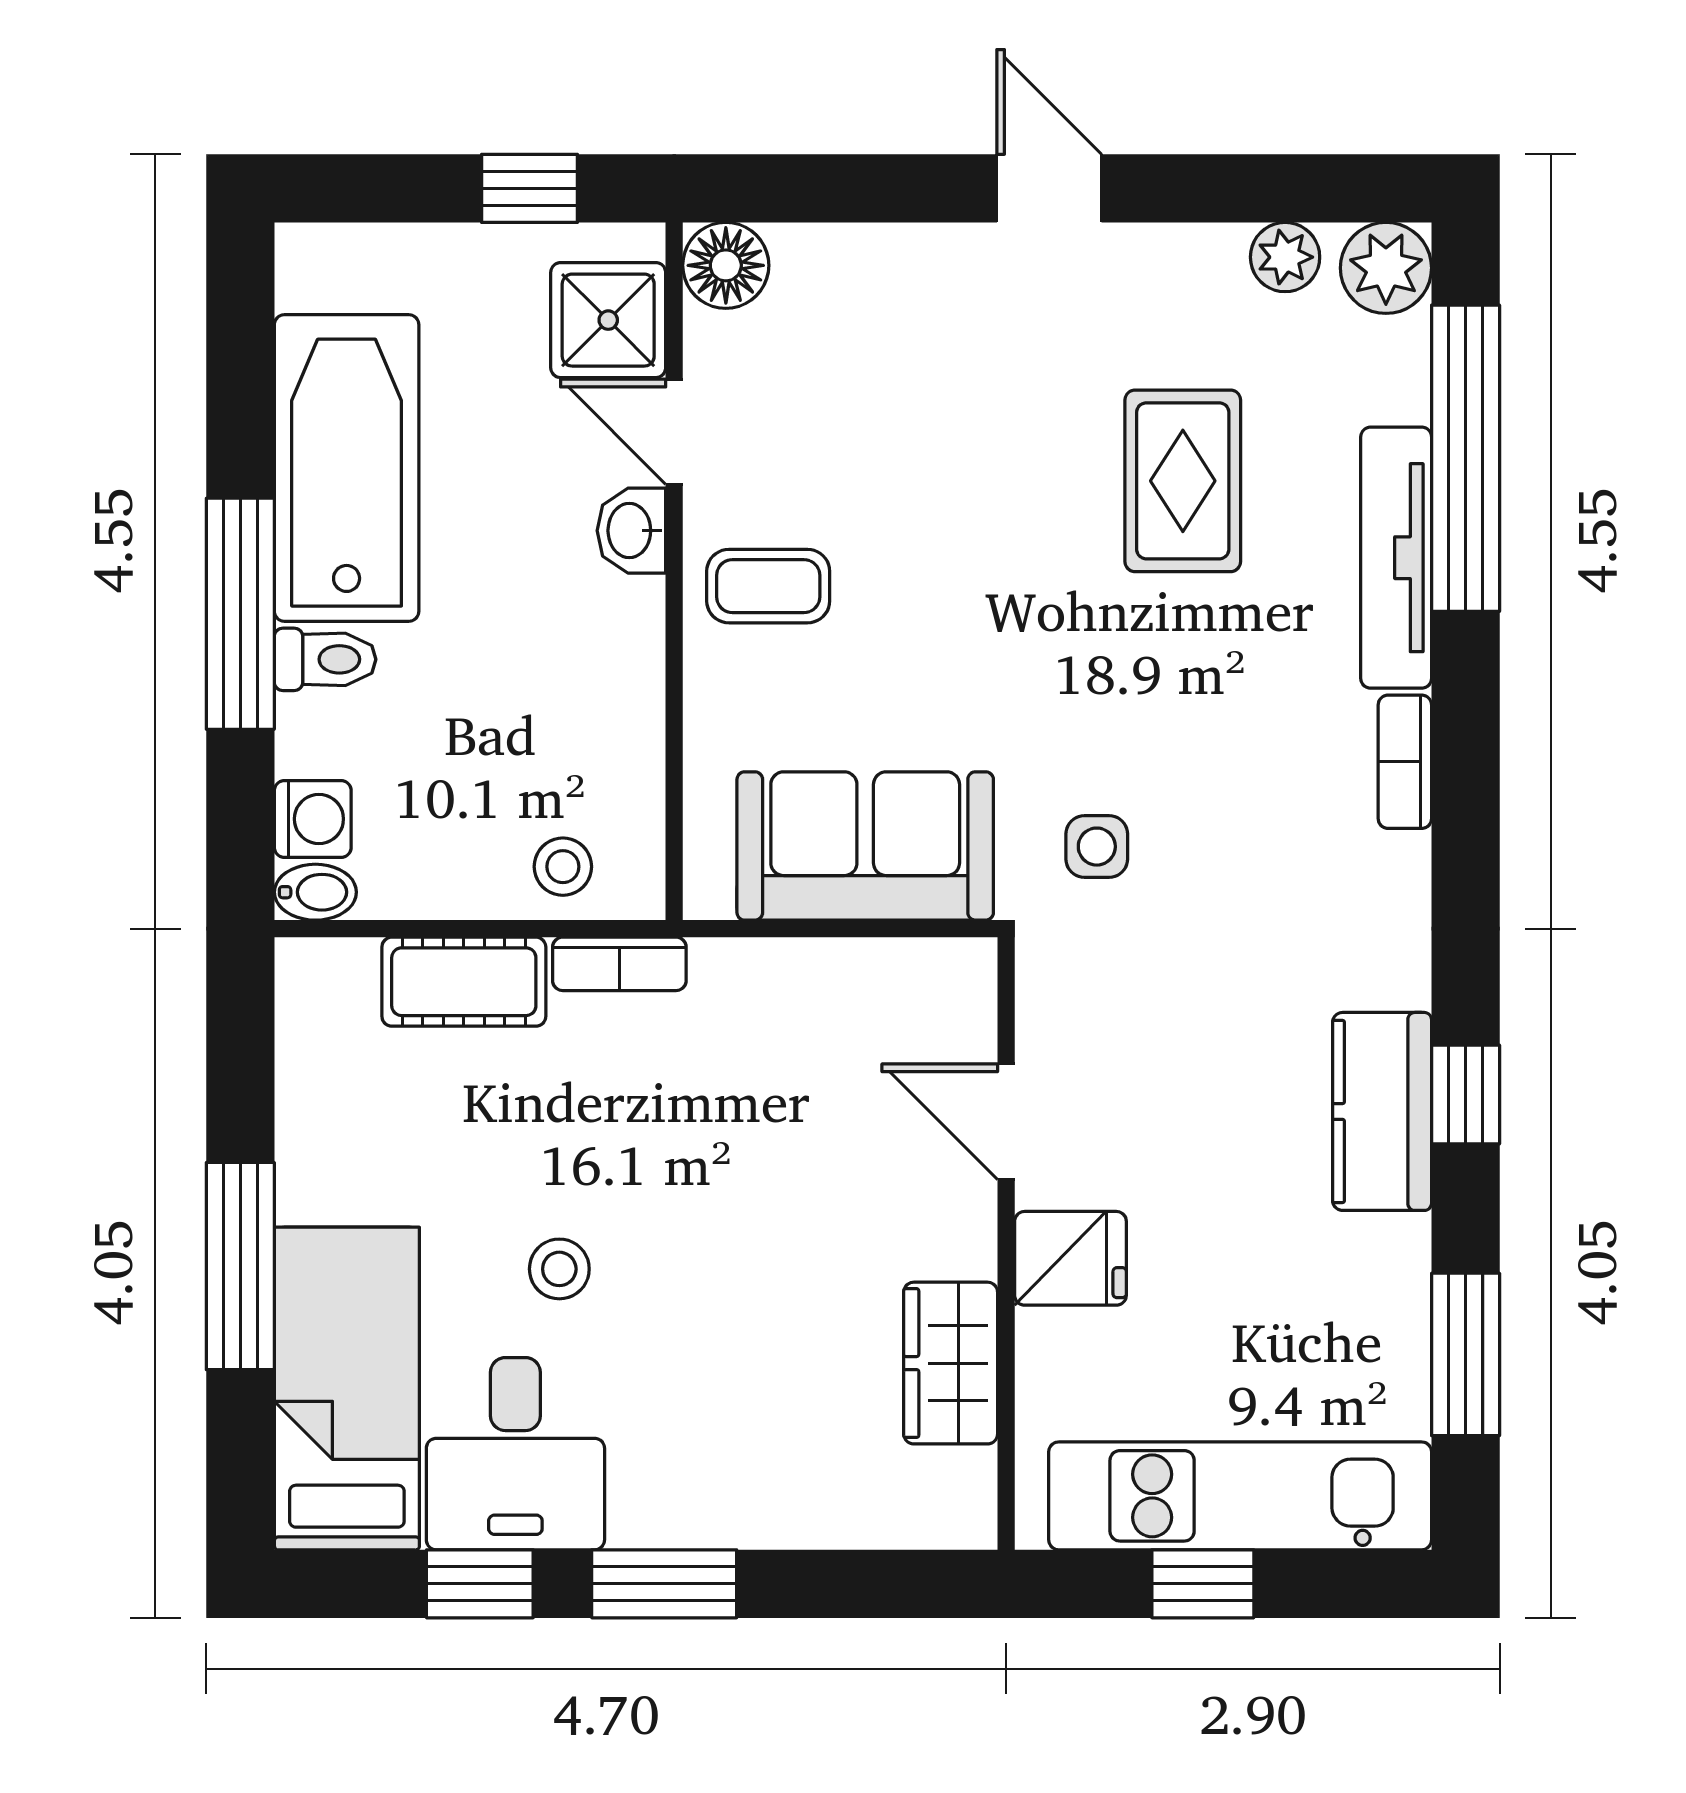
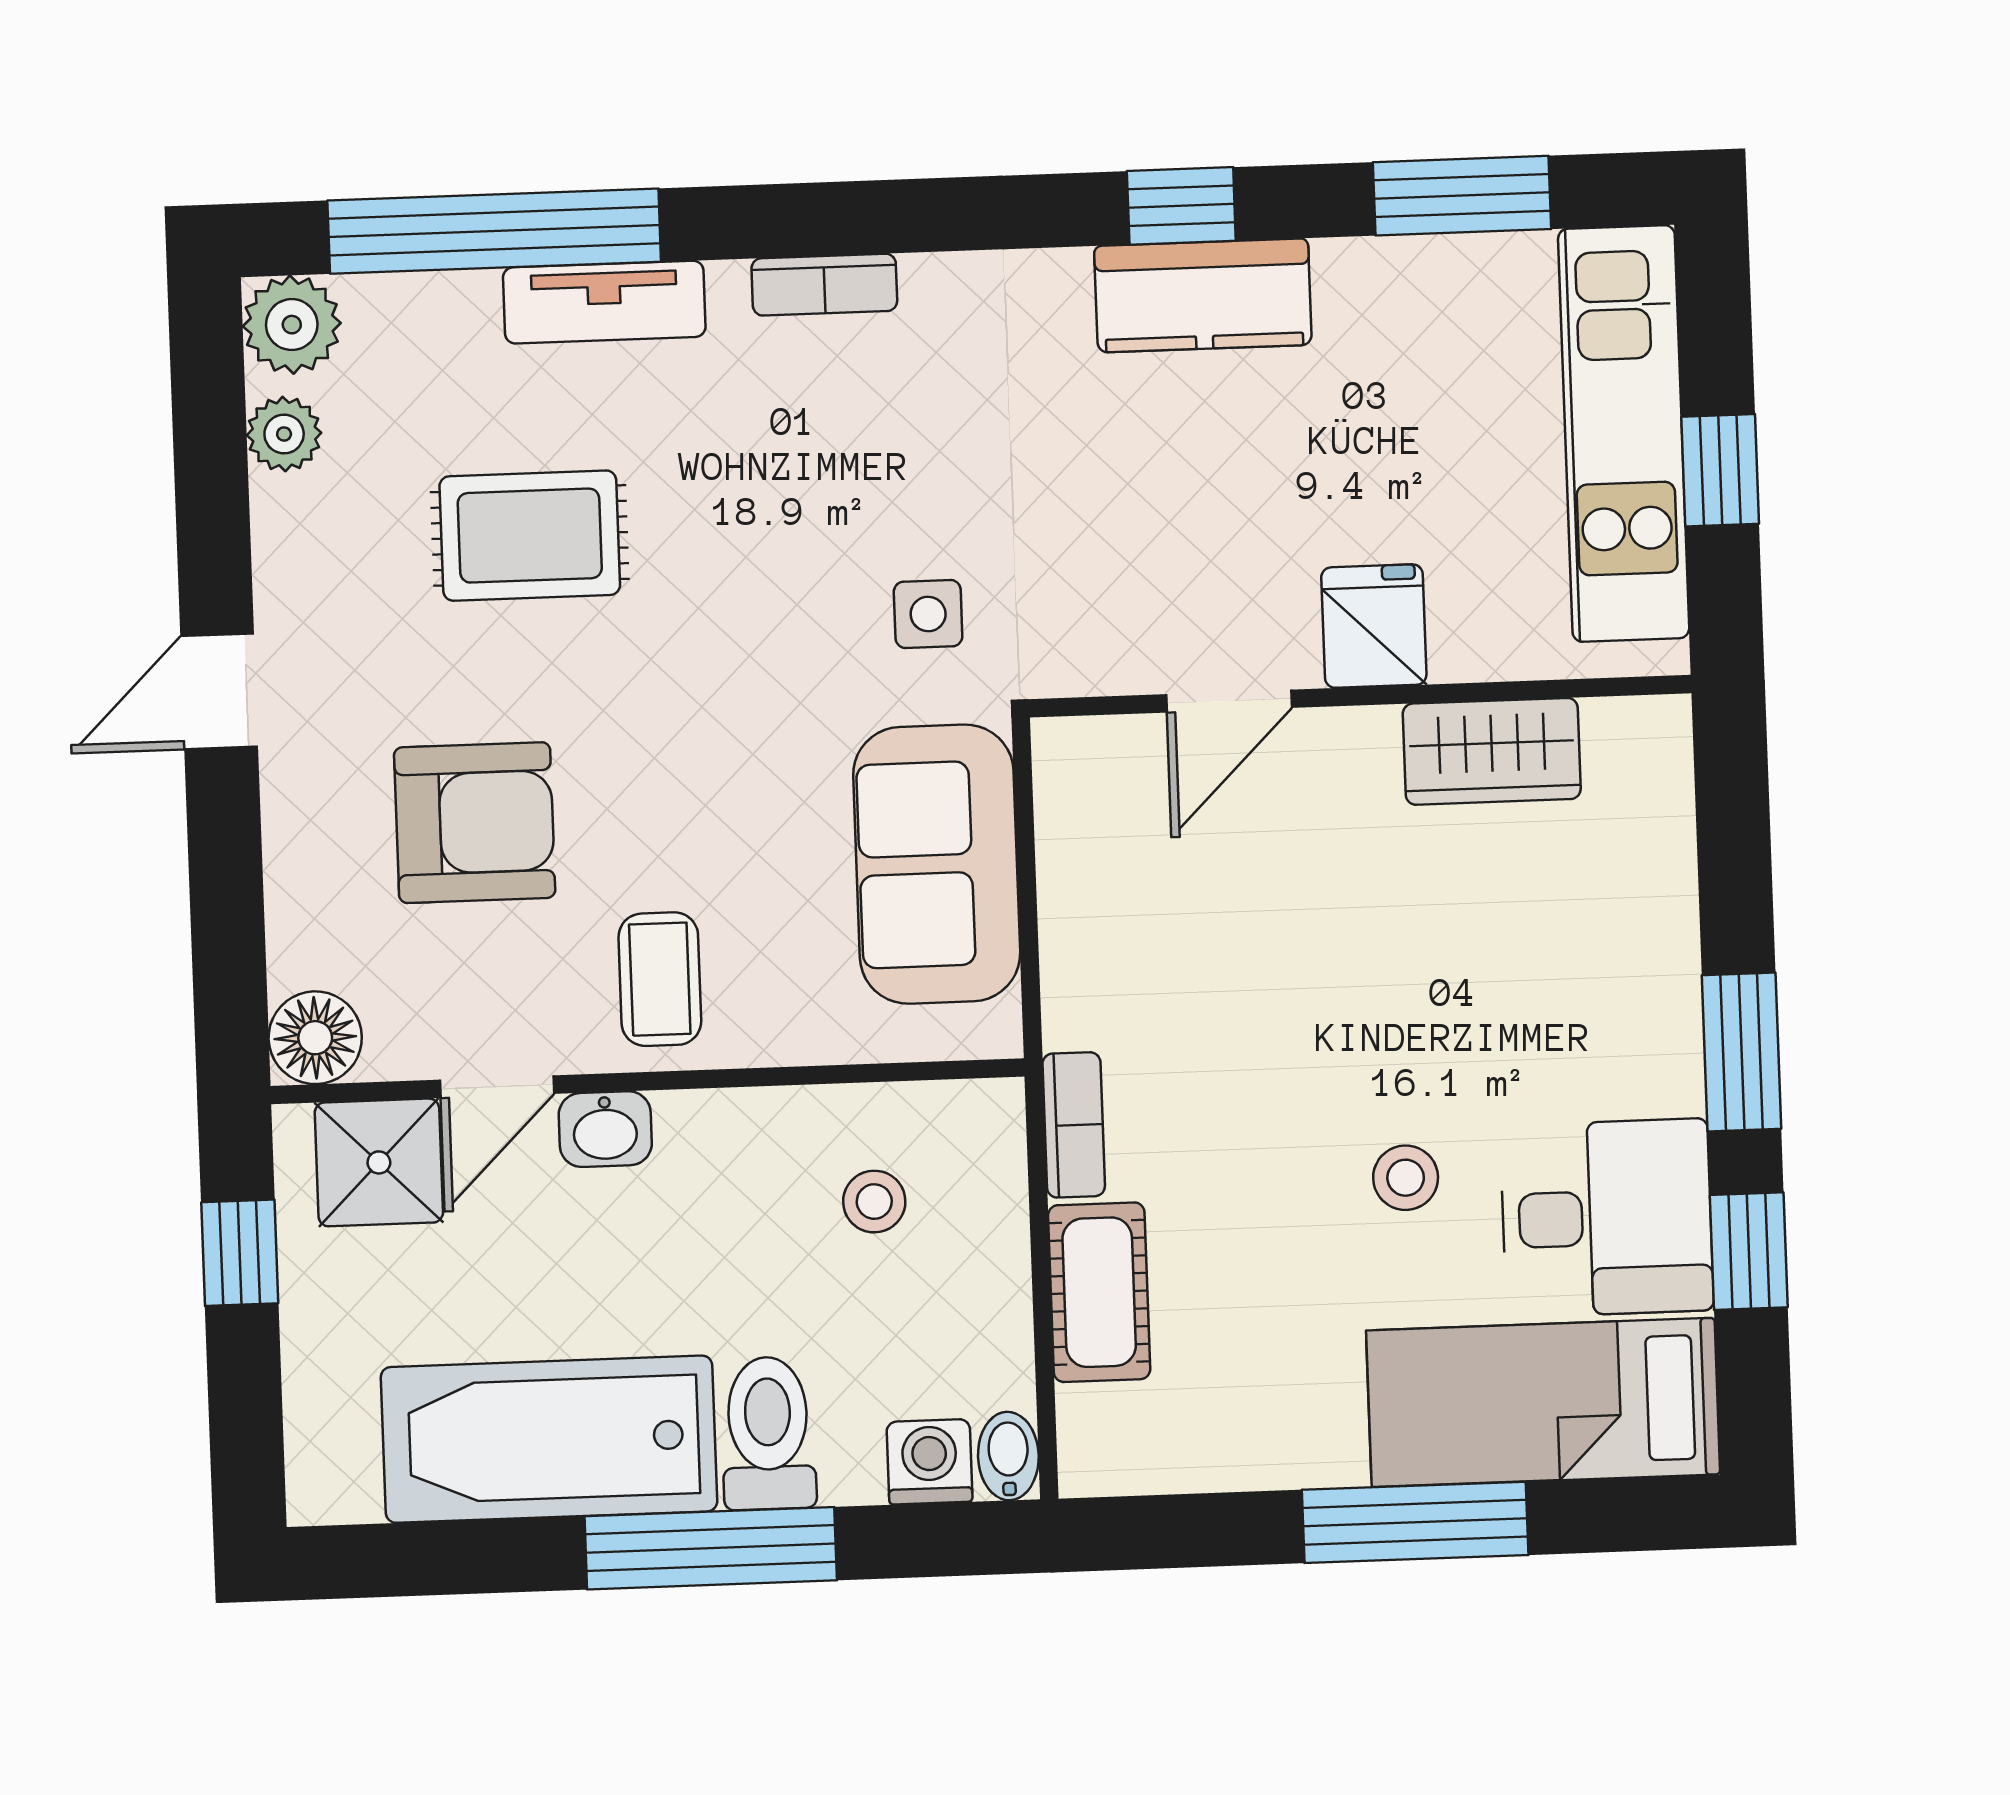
armchair: (919, 420) -> (475, 823), added
tv unit: (1396, 558) -> (604, 302), width x0.71
toilet: (325, 659) -> (768, 1433), width x1.37, depth x1.39
stool: (563, 867) -> (874, 1202), moved

